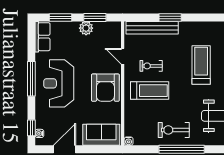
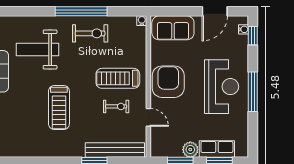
row of seats: (43, 37) -> (217, 149), moved, turned 90

